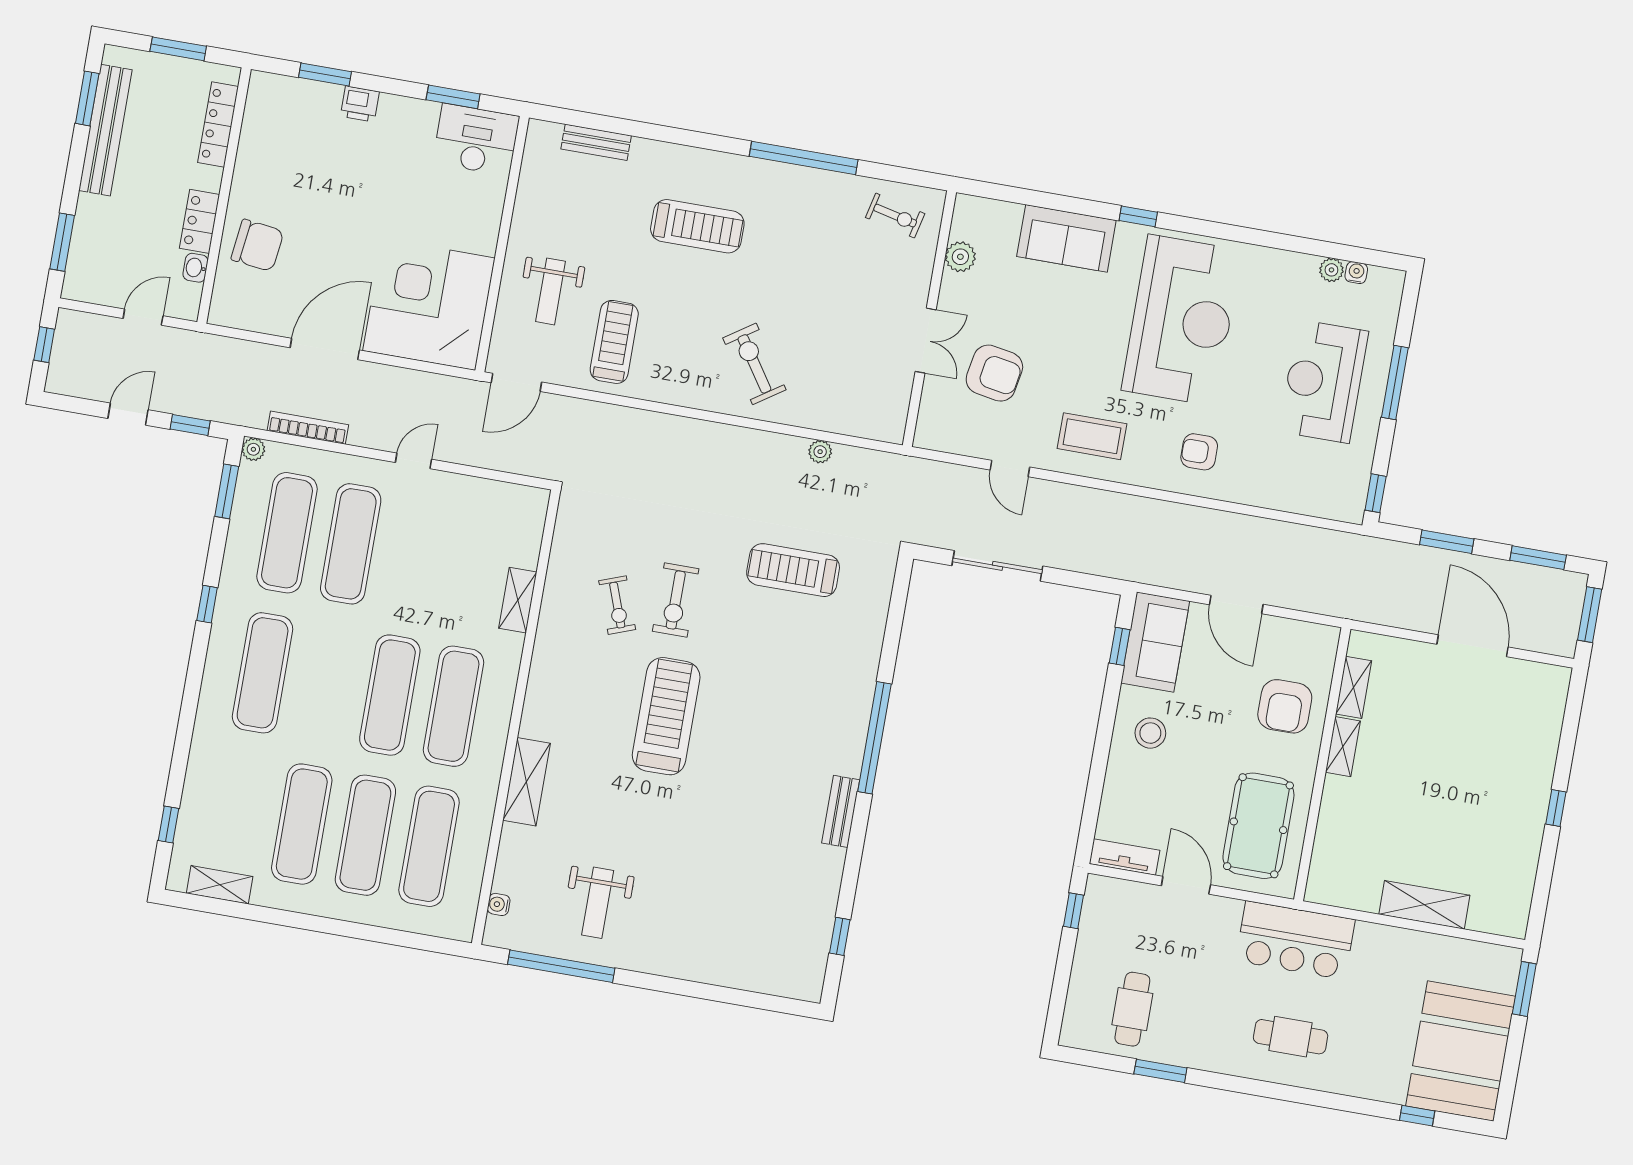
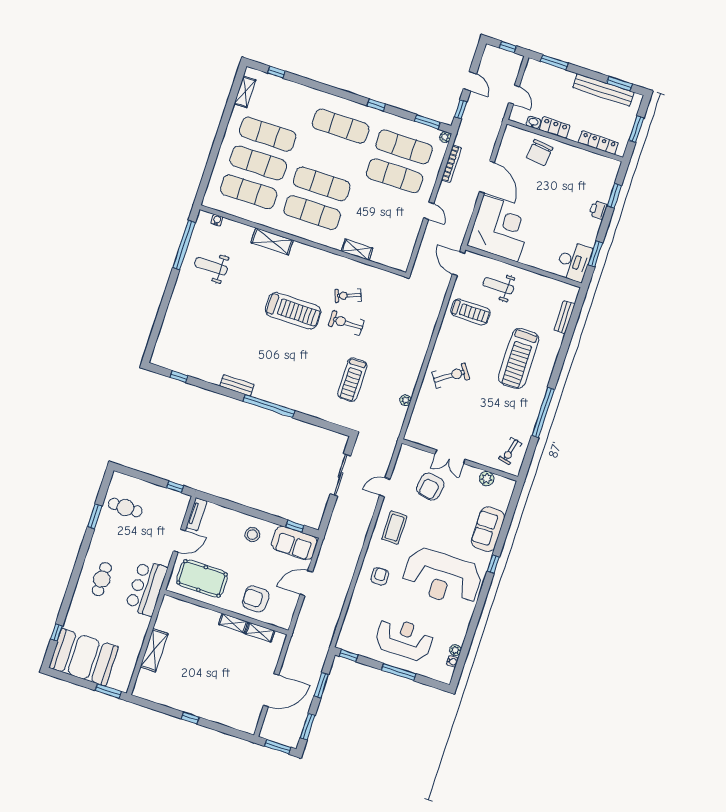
treadmill: (697, 226) -> (519, 358), width x1.37, depth x1.38
treadmill: (793, 570) -> (352, 380), turned 180

